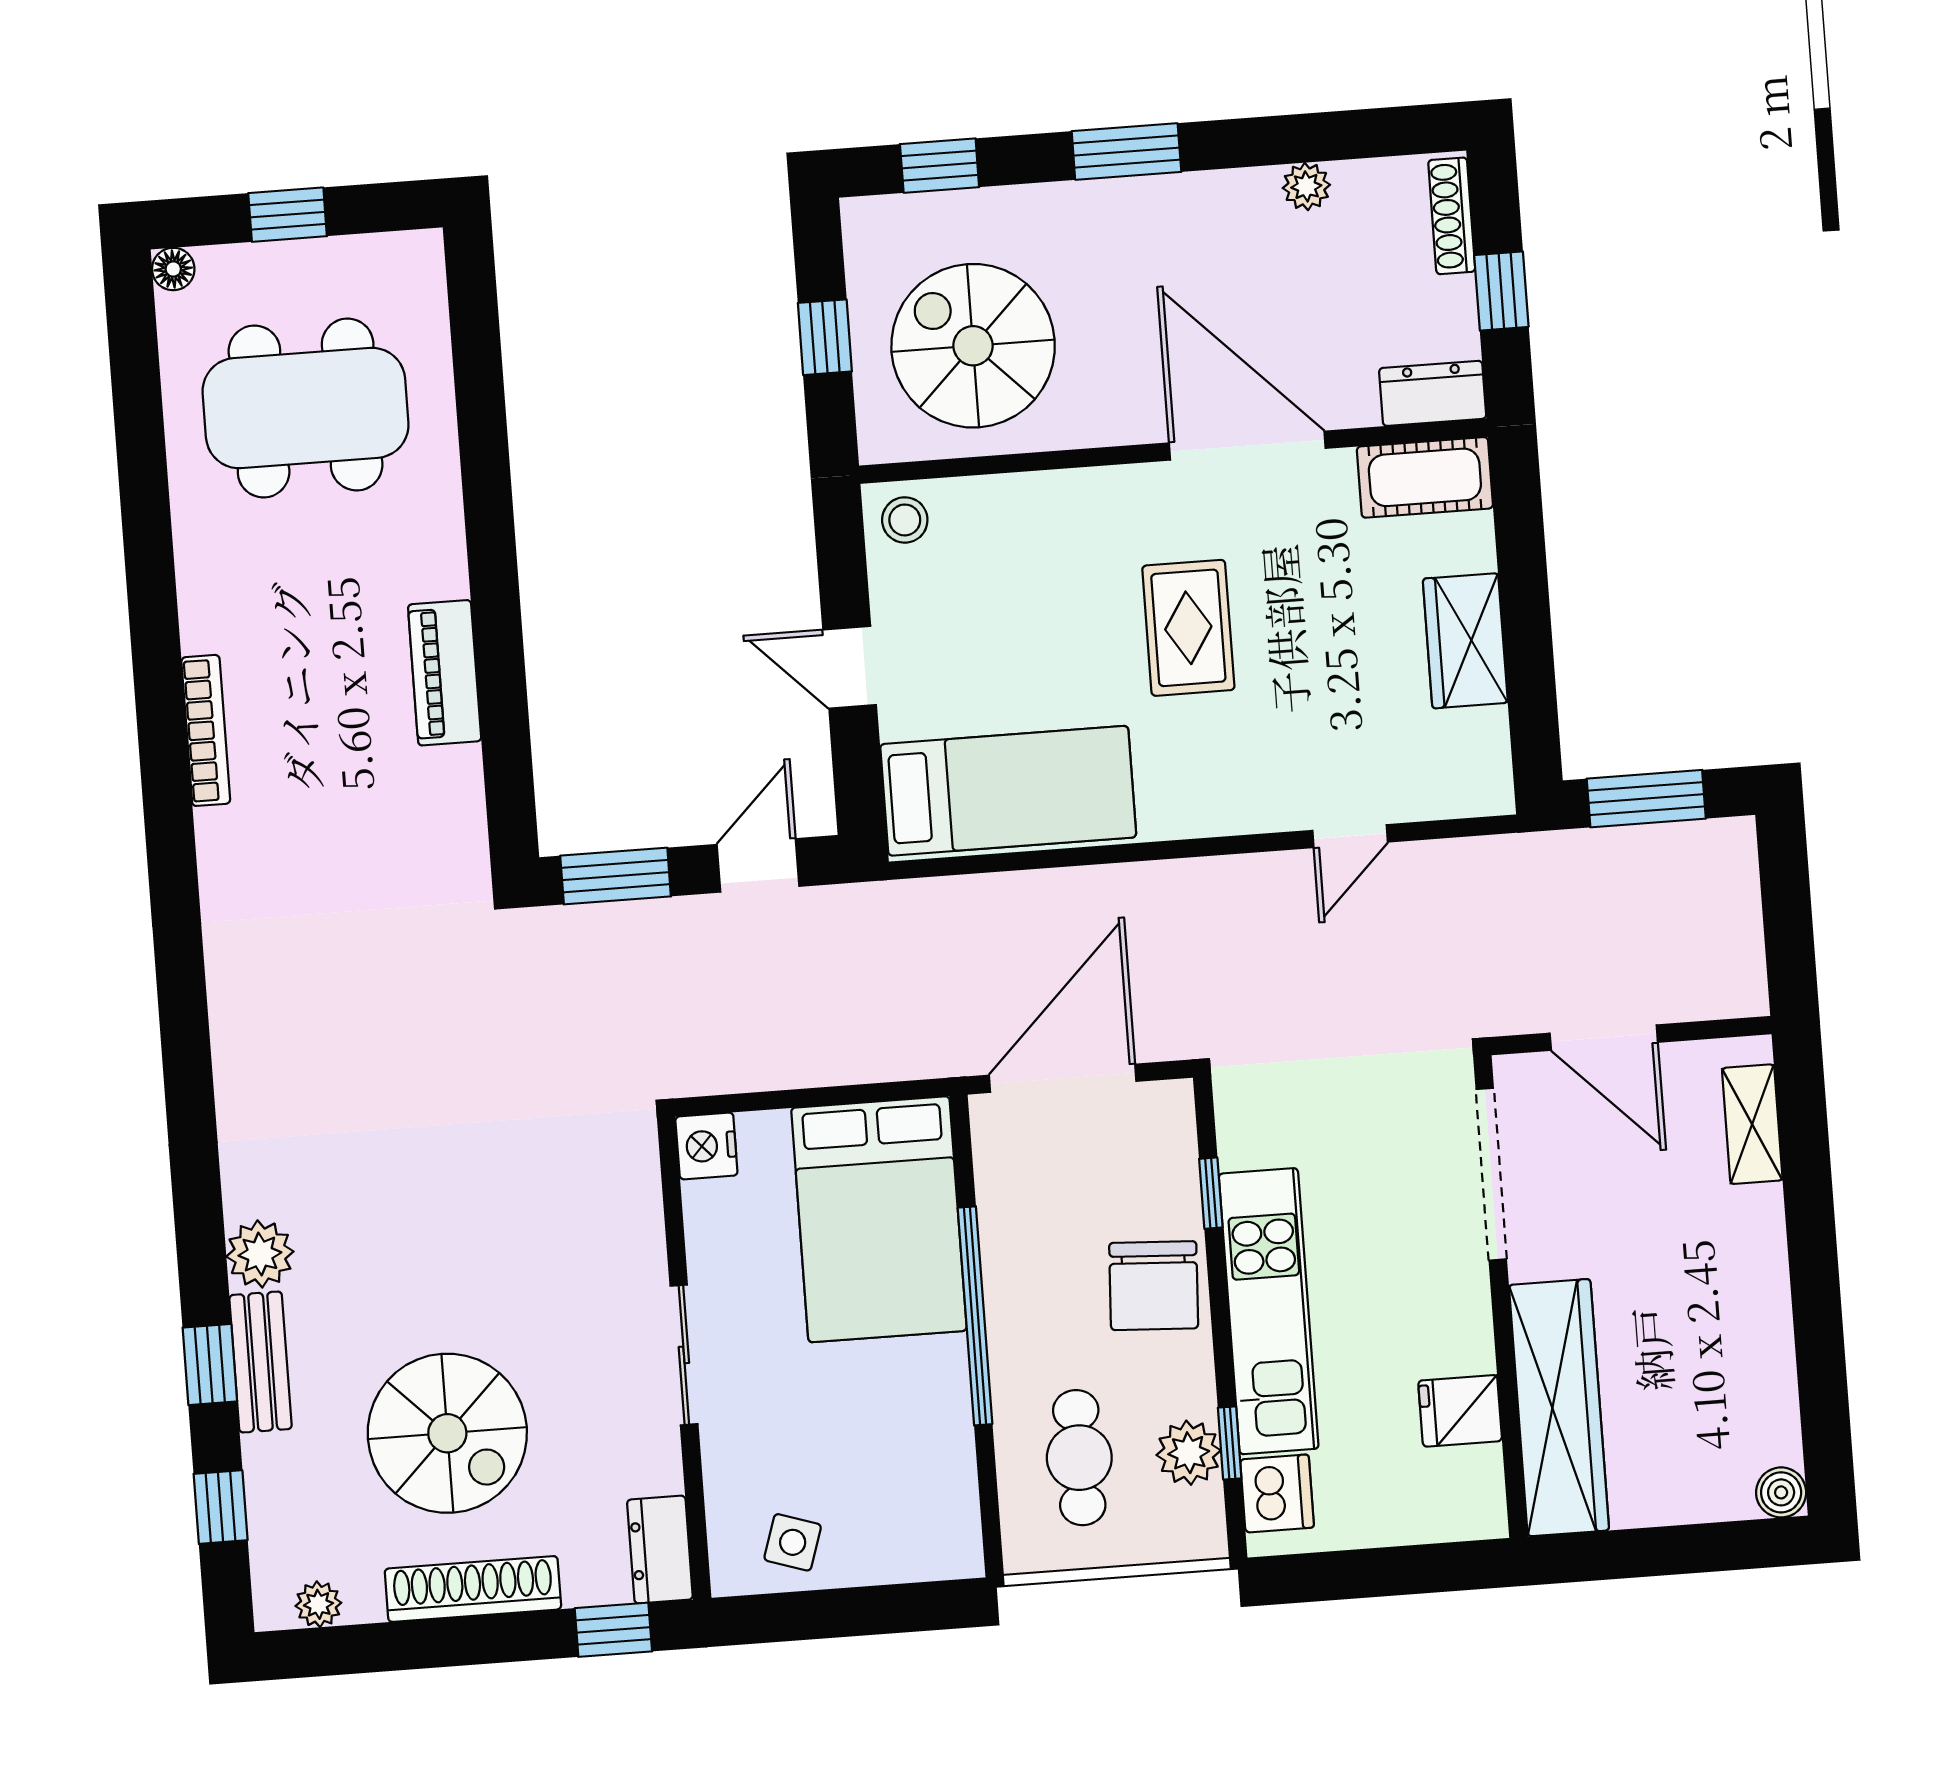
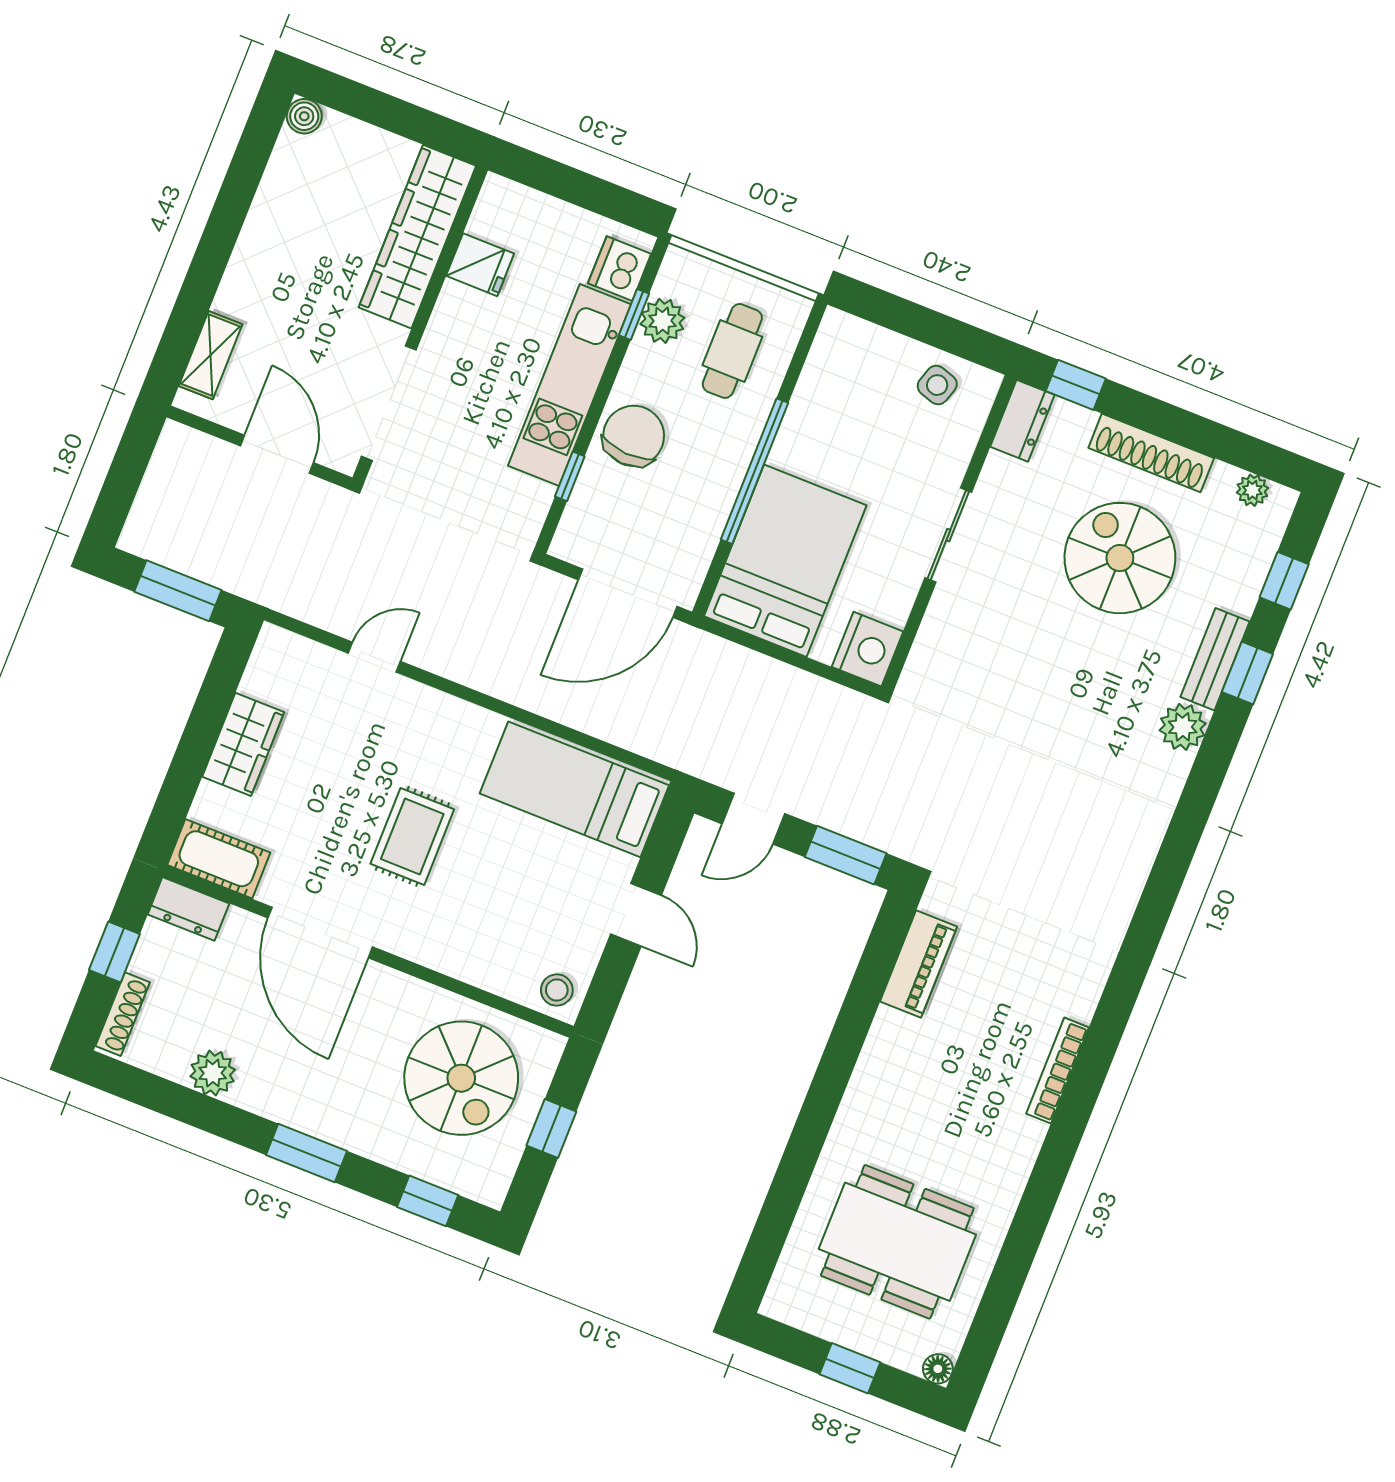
plant: (1306, 186) -> (213, 1073), width x1.38, depth x1.38
piano: (445, 673) -> (919, 964), moved
nightstand: (706, 1146) -> (868, 649), width x1.36, depth x1.33

